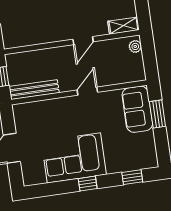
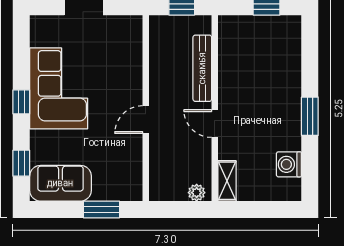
bench: (34, 90) -> (202, 68), moved
door: (87, 91) -> (146, 120), swing flipped
sofa: (137, 109) -> (60, 183), moved

